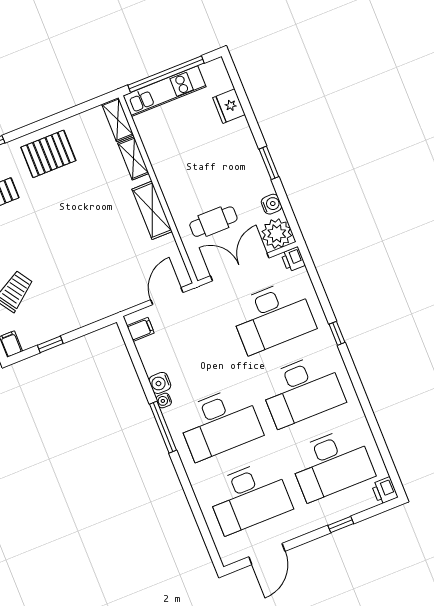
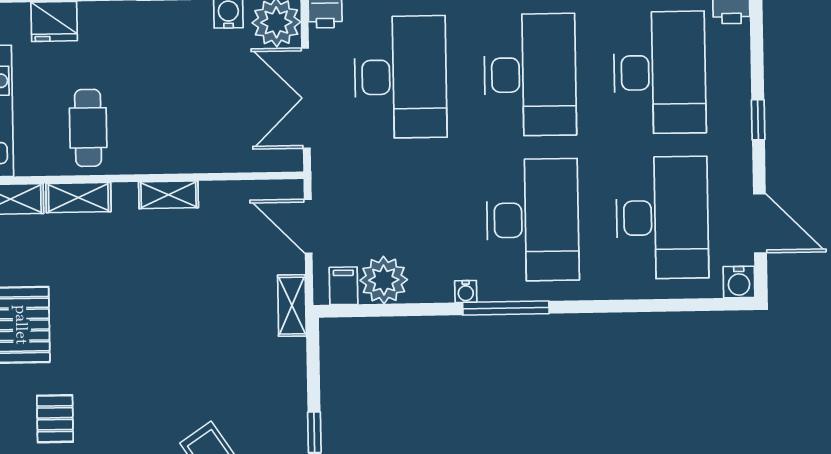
shelving: (152, 210) -> (169, 195), width x0.67, depth x0.75
cafe table: (213, 222) -> (88, 128), moved
shelving: (118, 304) -> (292, 306), added
plant: (153, 351) -> (384, 280), added
water cooler: (160, 383) -> (739, 282), moved
window: (341, 525) -> (758, 120), moved

